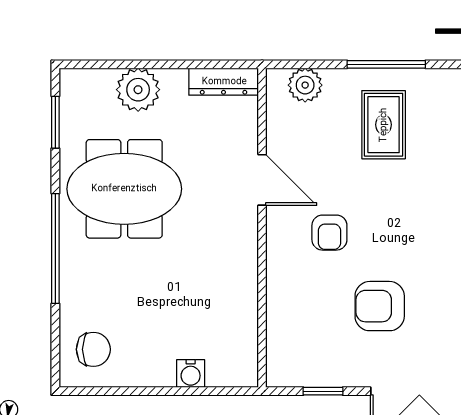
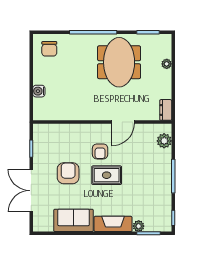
dresser: (224, 82) -> (166, 110), width x0.70
plant: (138, 90) -> (167, 64), width x0.53, depth x0.53
rug: (384, 125) -> (107, 175), moved
armchair: (329, 233) -> (100, 151), turned -90

